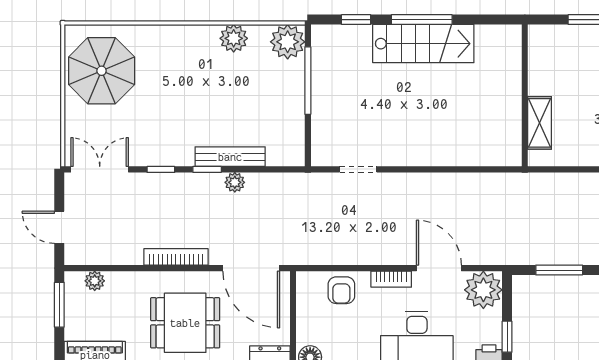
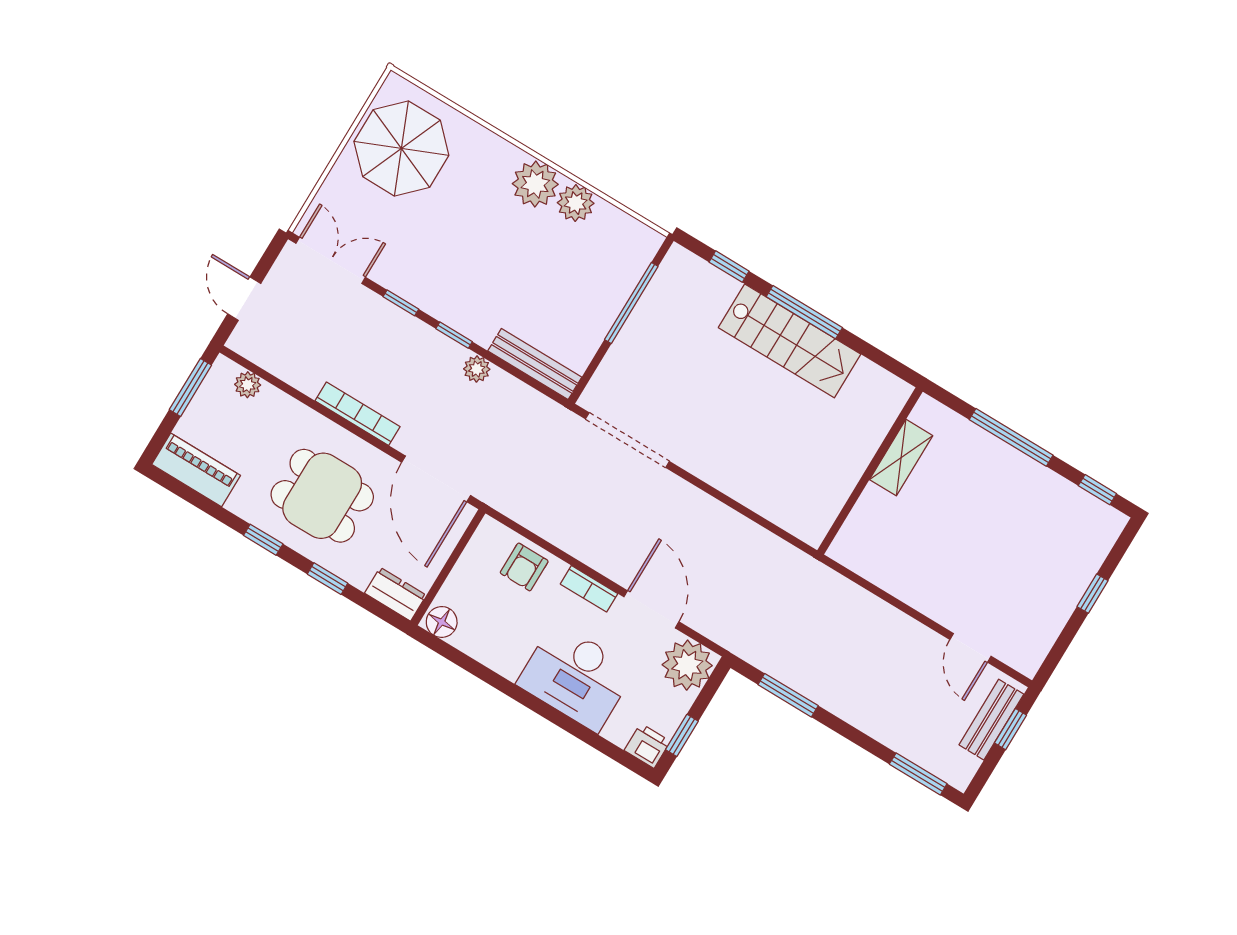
plant: (288, 42) -> (535, 184), moved
shelving: (540, 123) -> (901, 458), moved
bench: (230, 157) -> (535, 364), moved
doorway: (358, 169) -> (627, 440), width x1.88

